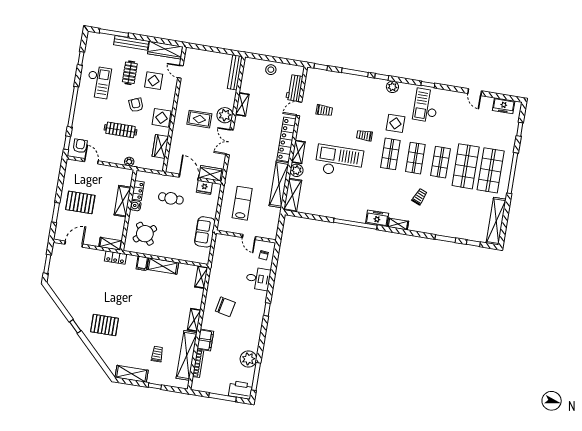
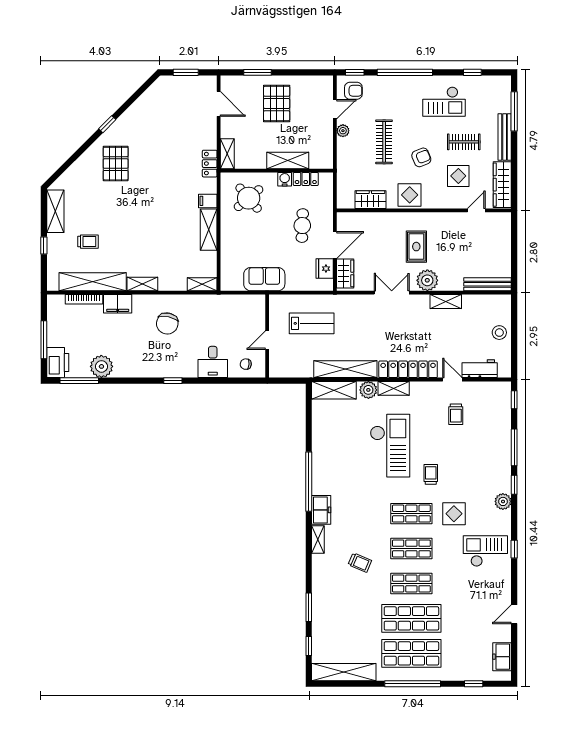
plant: (129, 162) -> (343, 131), moved

